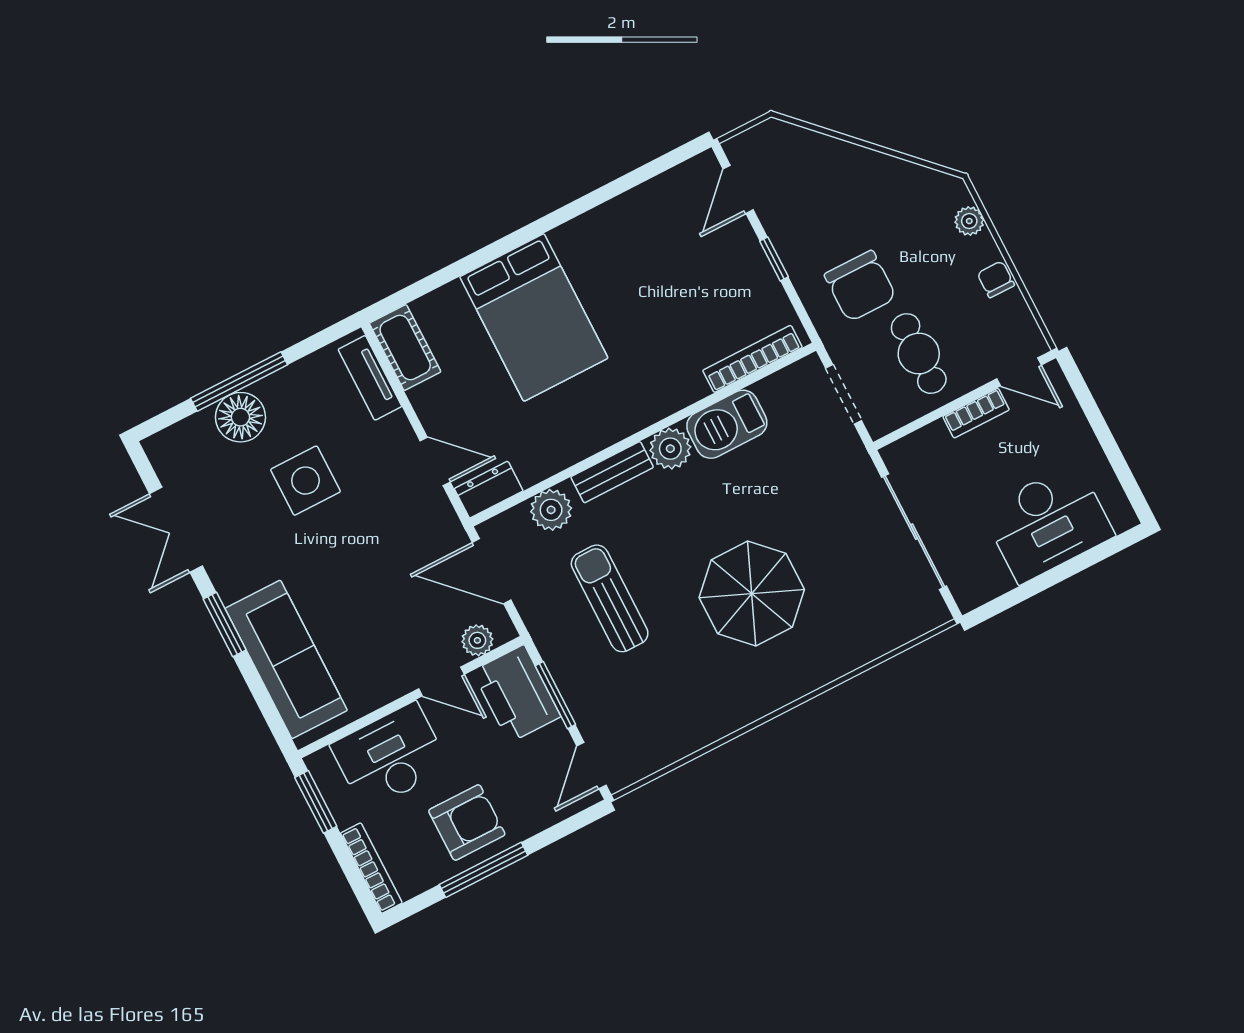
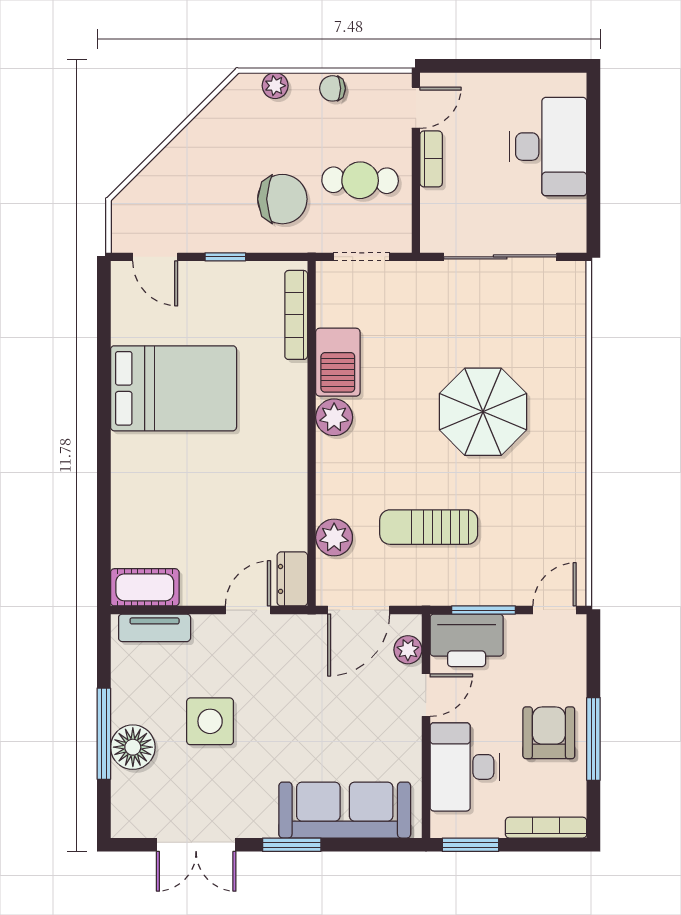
bed: (534, 317) -> (174, 388), moved
bench: (612, 472) -> (329, 473), removed
door: (592, 766) -> (555, 610), swing flipped

